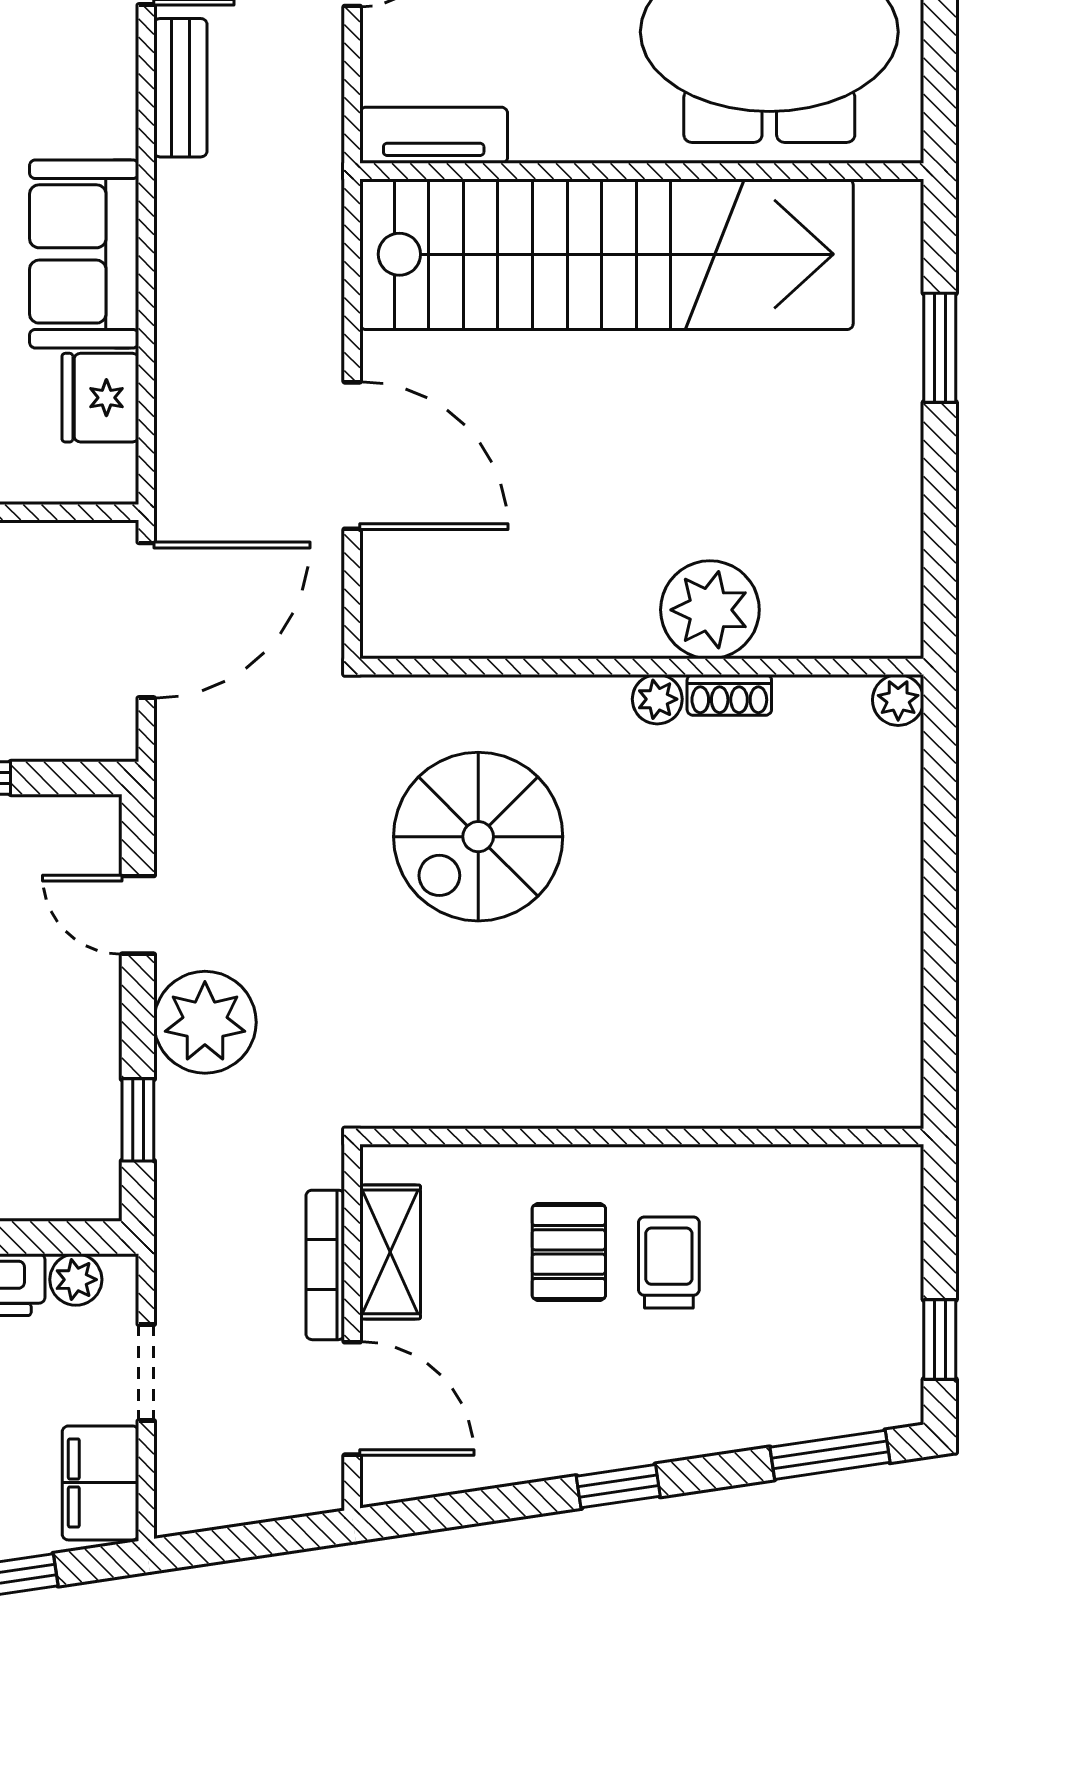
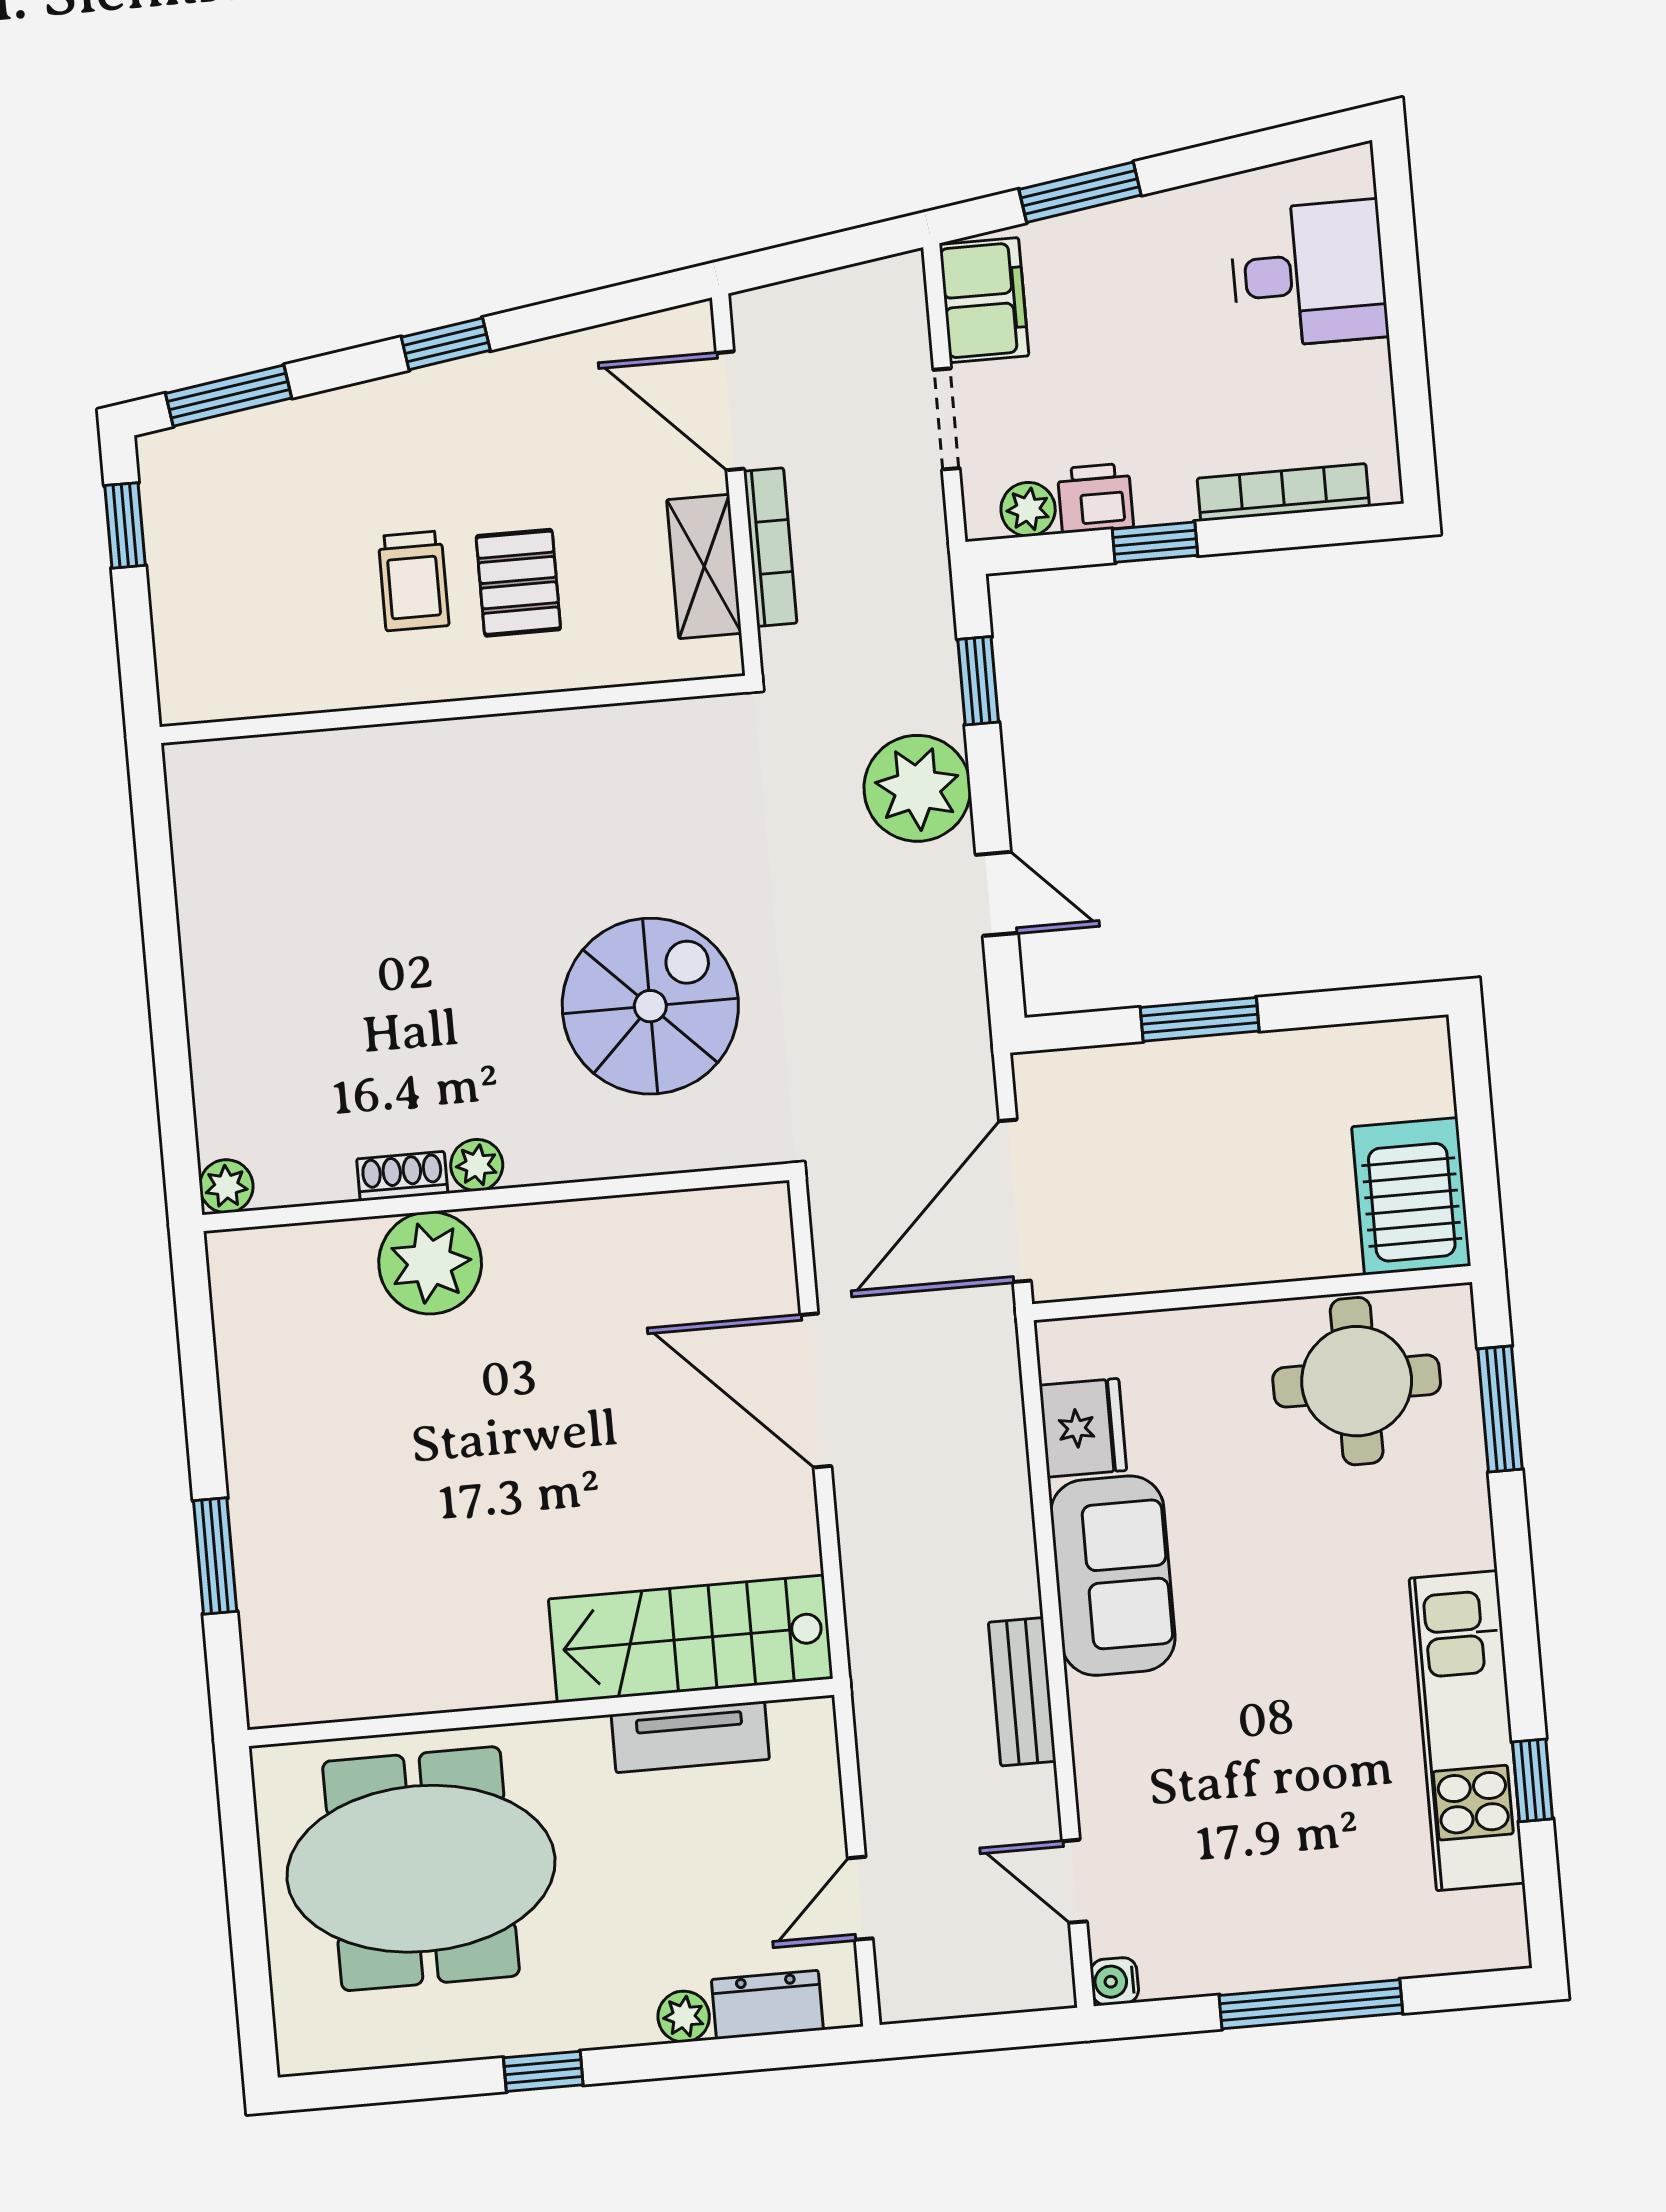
bench: (180, 88) -> (1022, 1692), moved
tv unit: (434, 135) -> (690, 1737), moved
stairs: (606, 254) -> (691, 1639), width x0.54, depth x0.66

